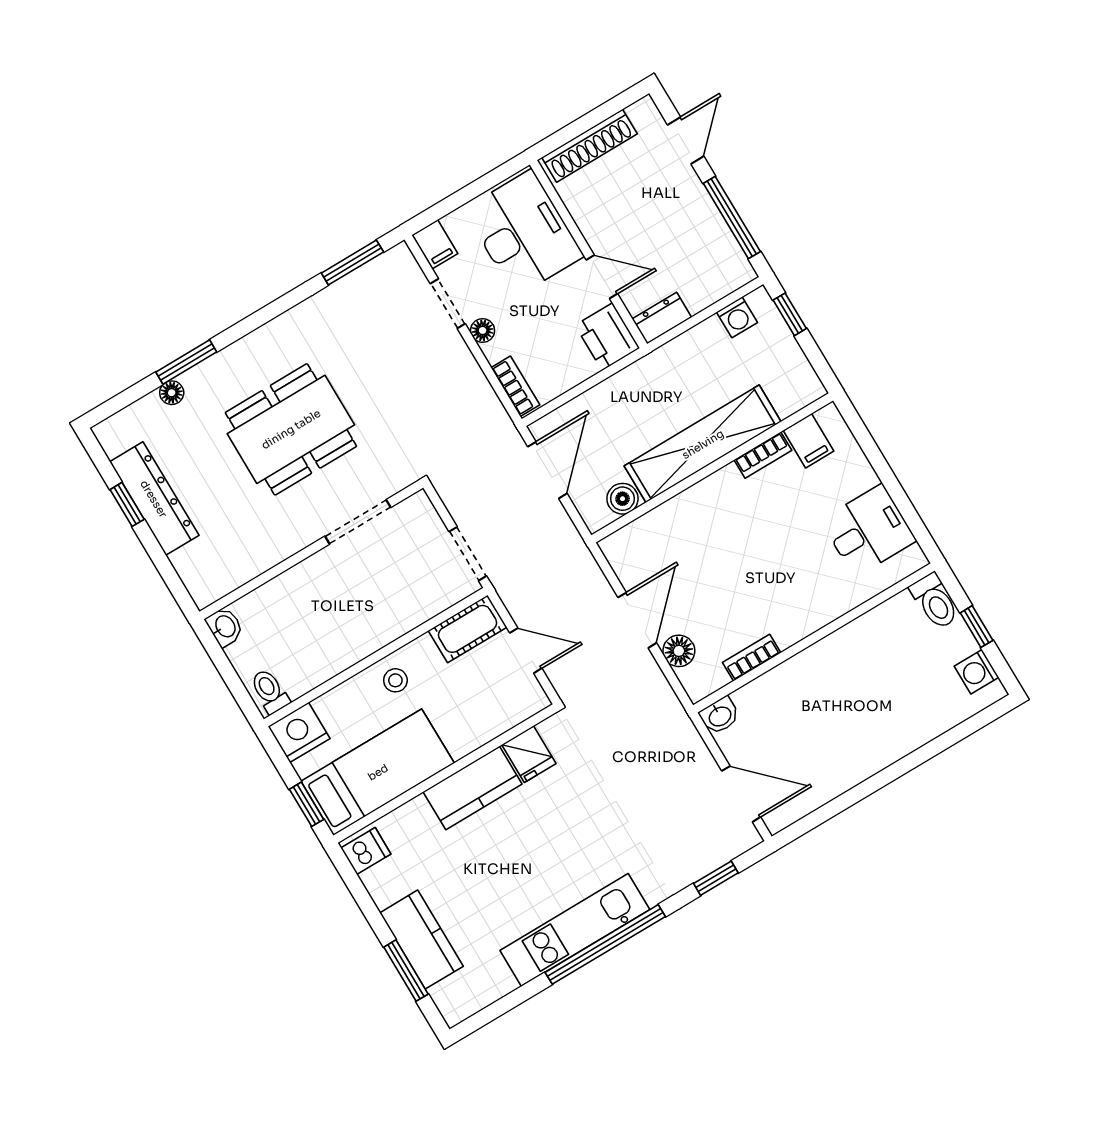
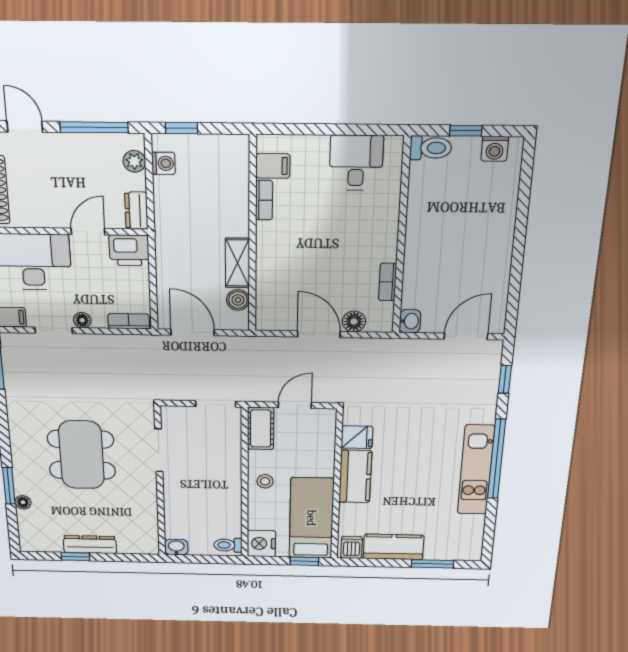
plant: (719, 284) -> (134, 161), added
shelving: (703, 444) -> (237, 263), width x0.45, depth x0.75
dresser: (154, 499) -> (90, 544), width x0.73, depth x0.80
kitchen counter: (421, 940) -> (393, 547), moved

